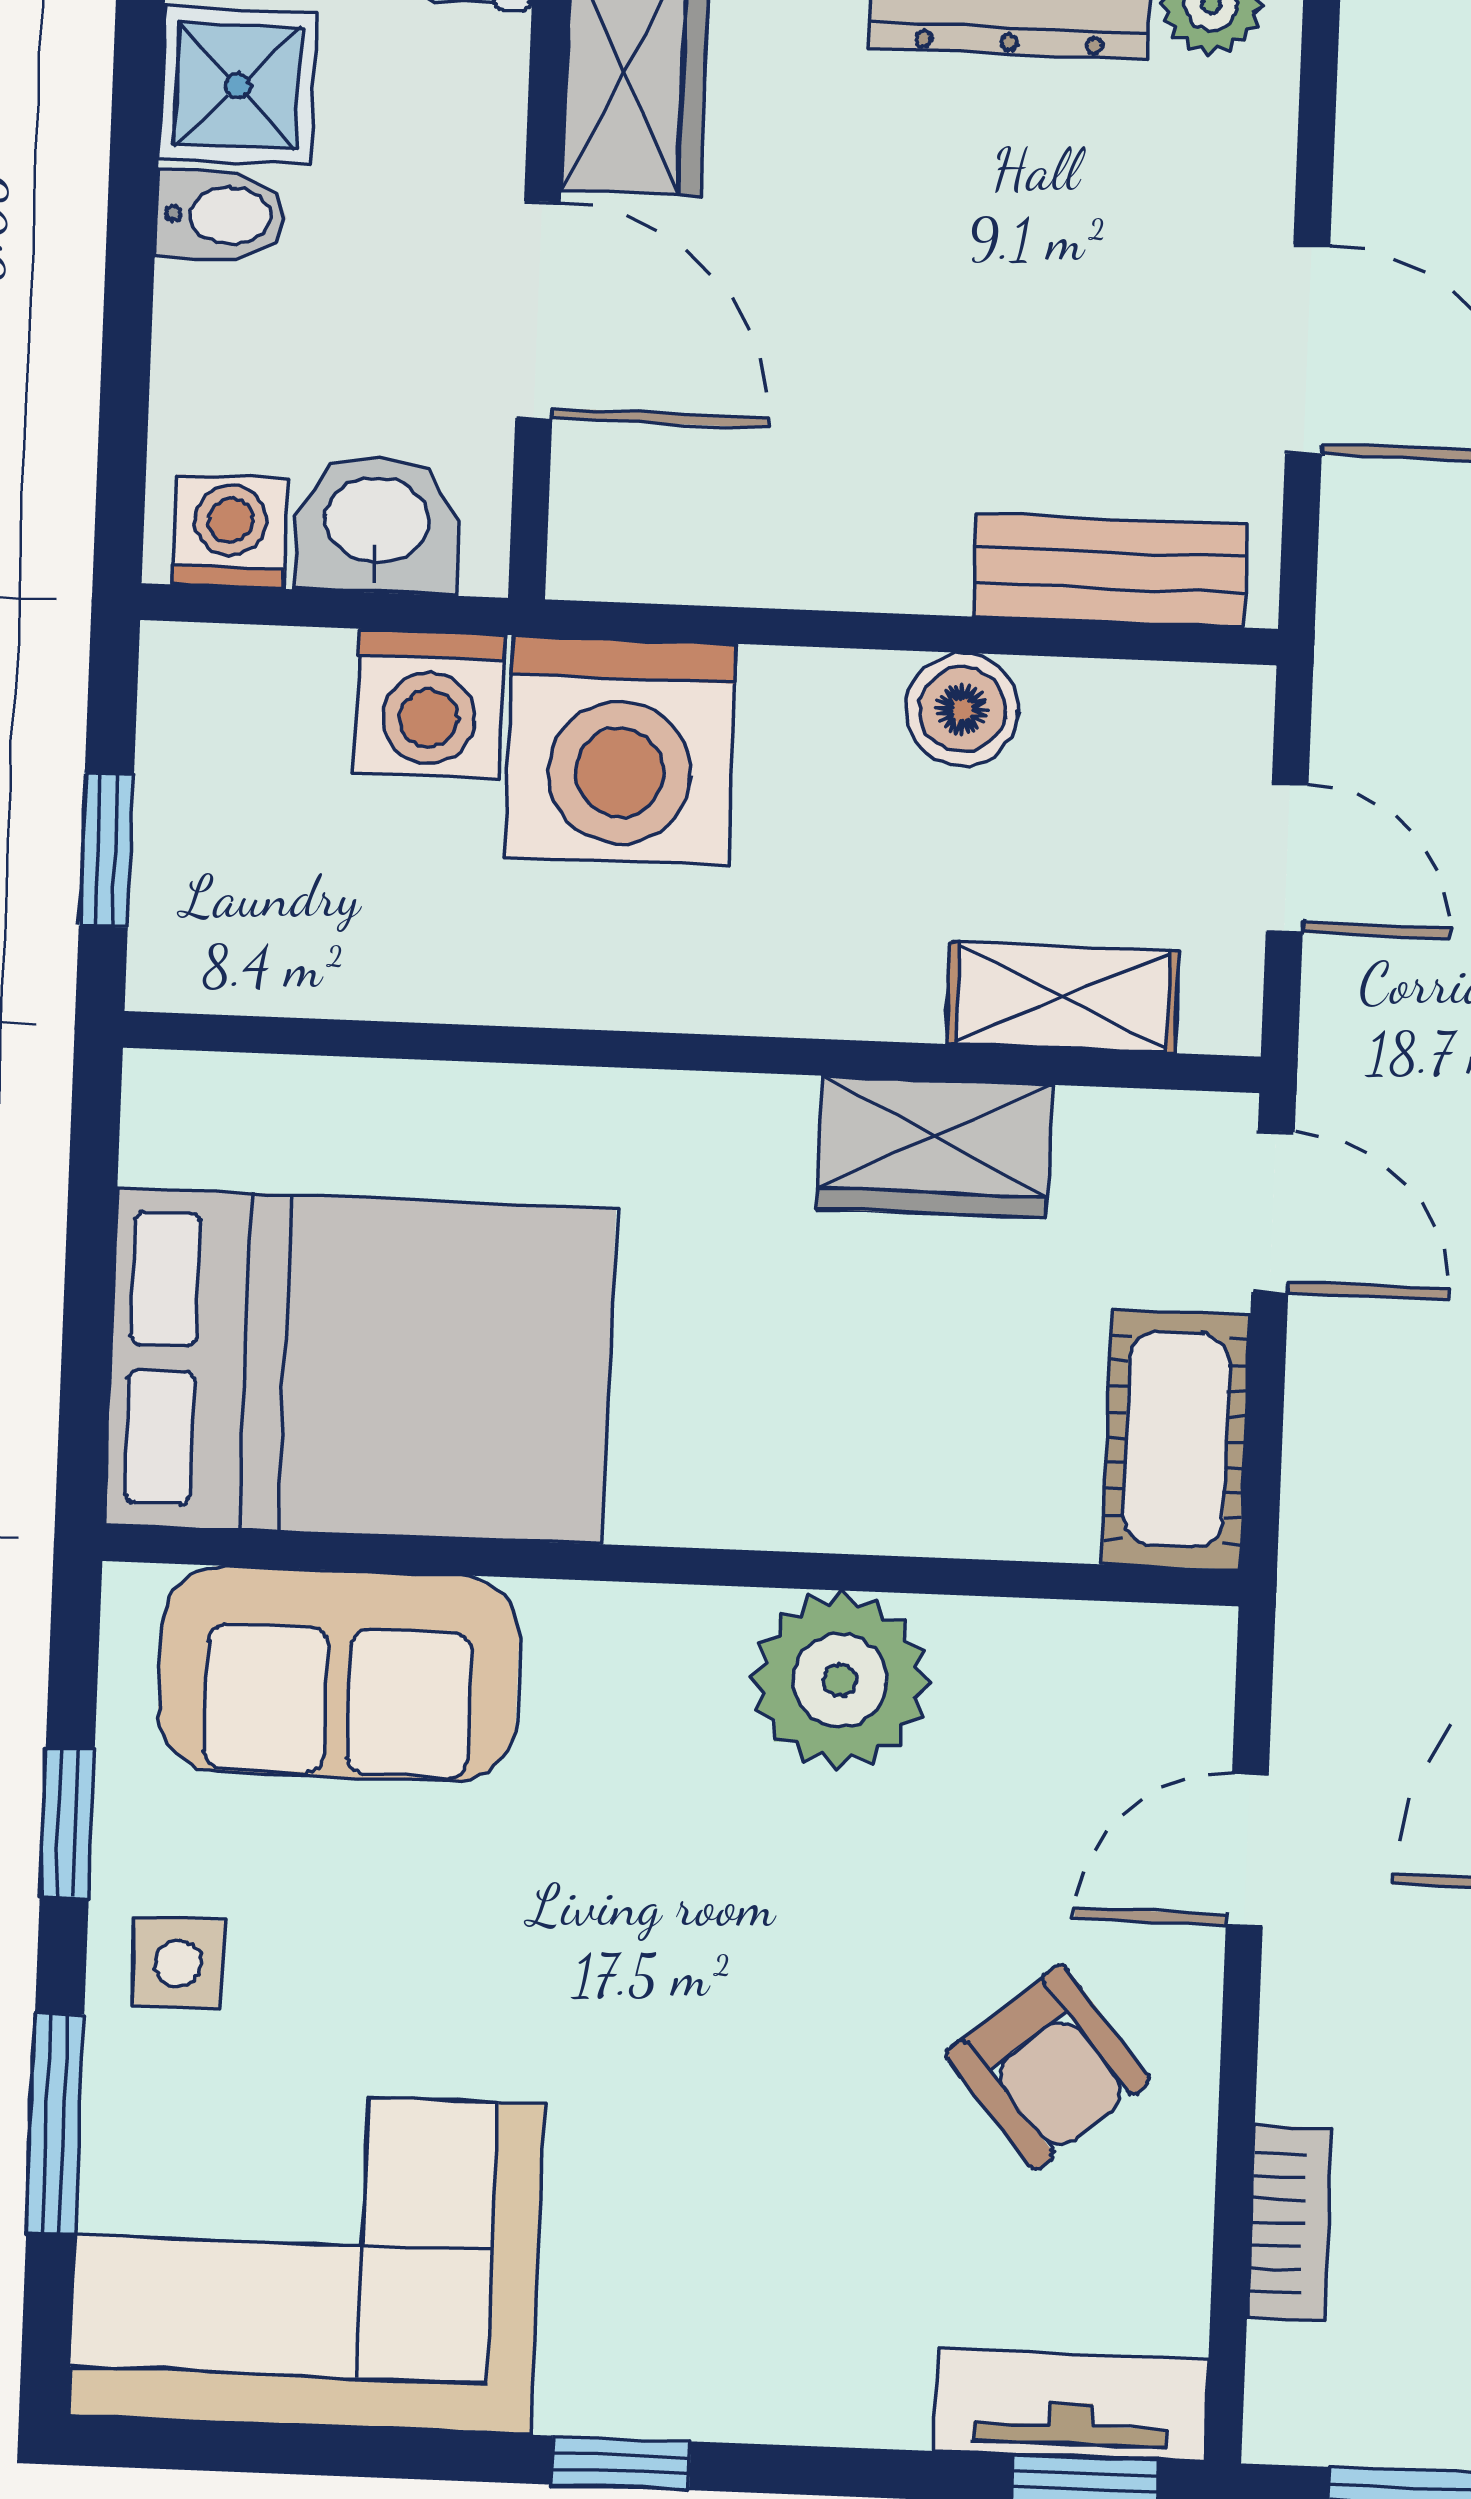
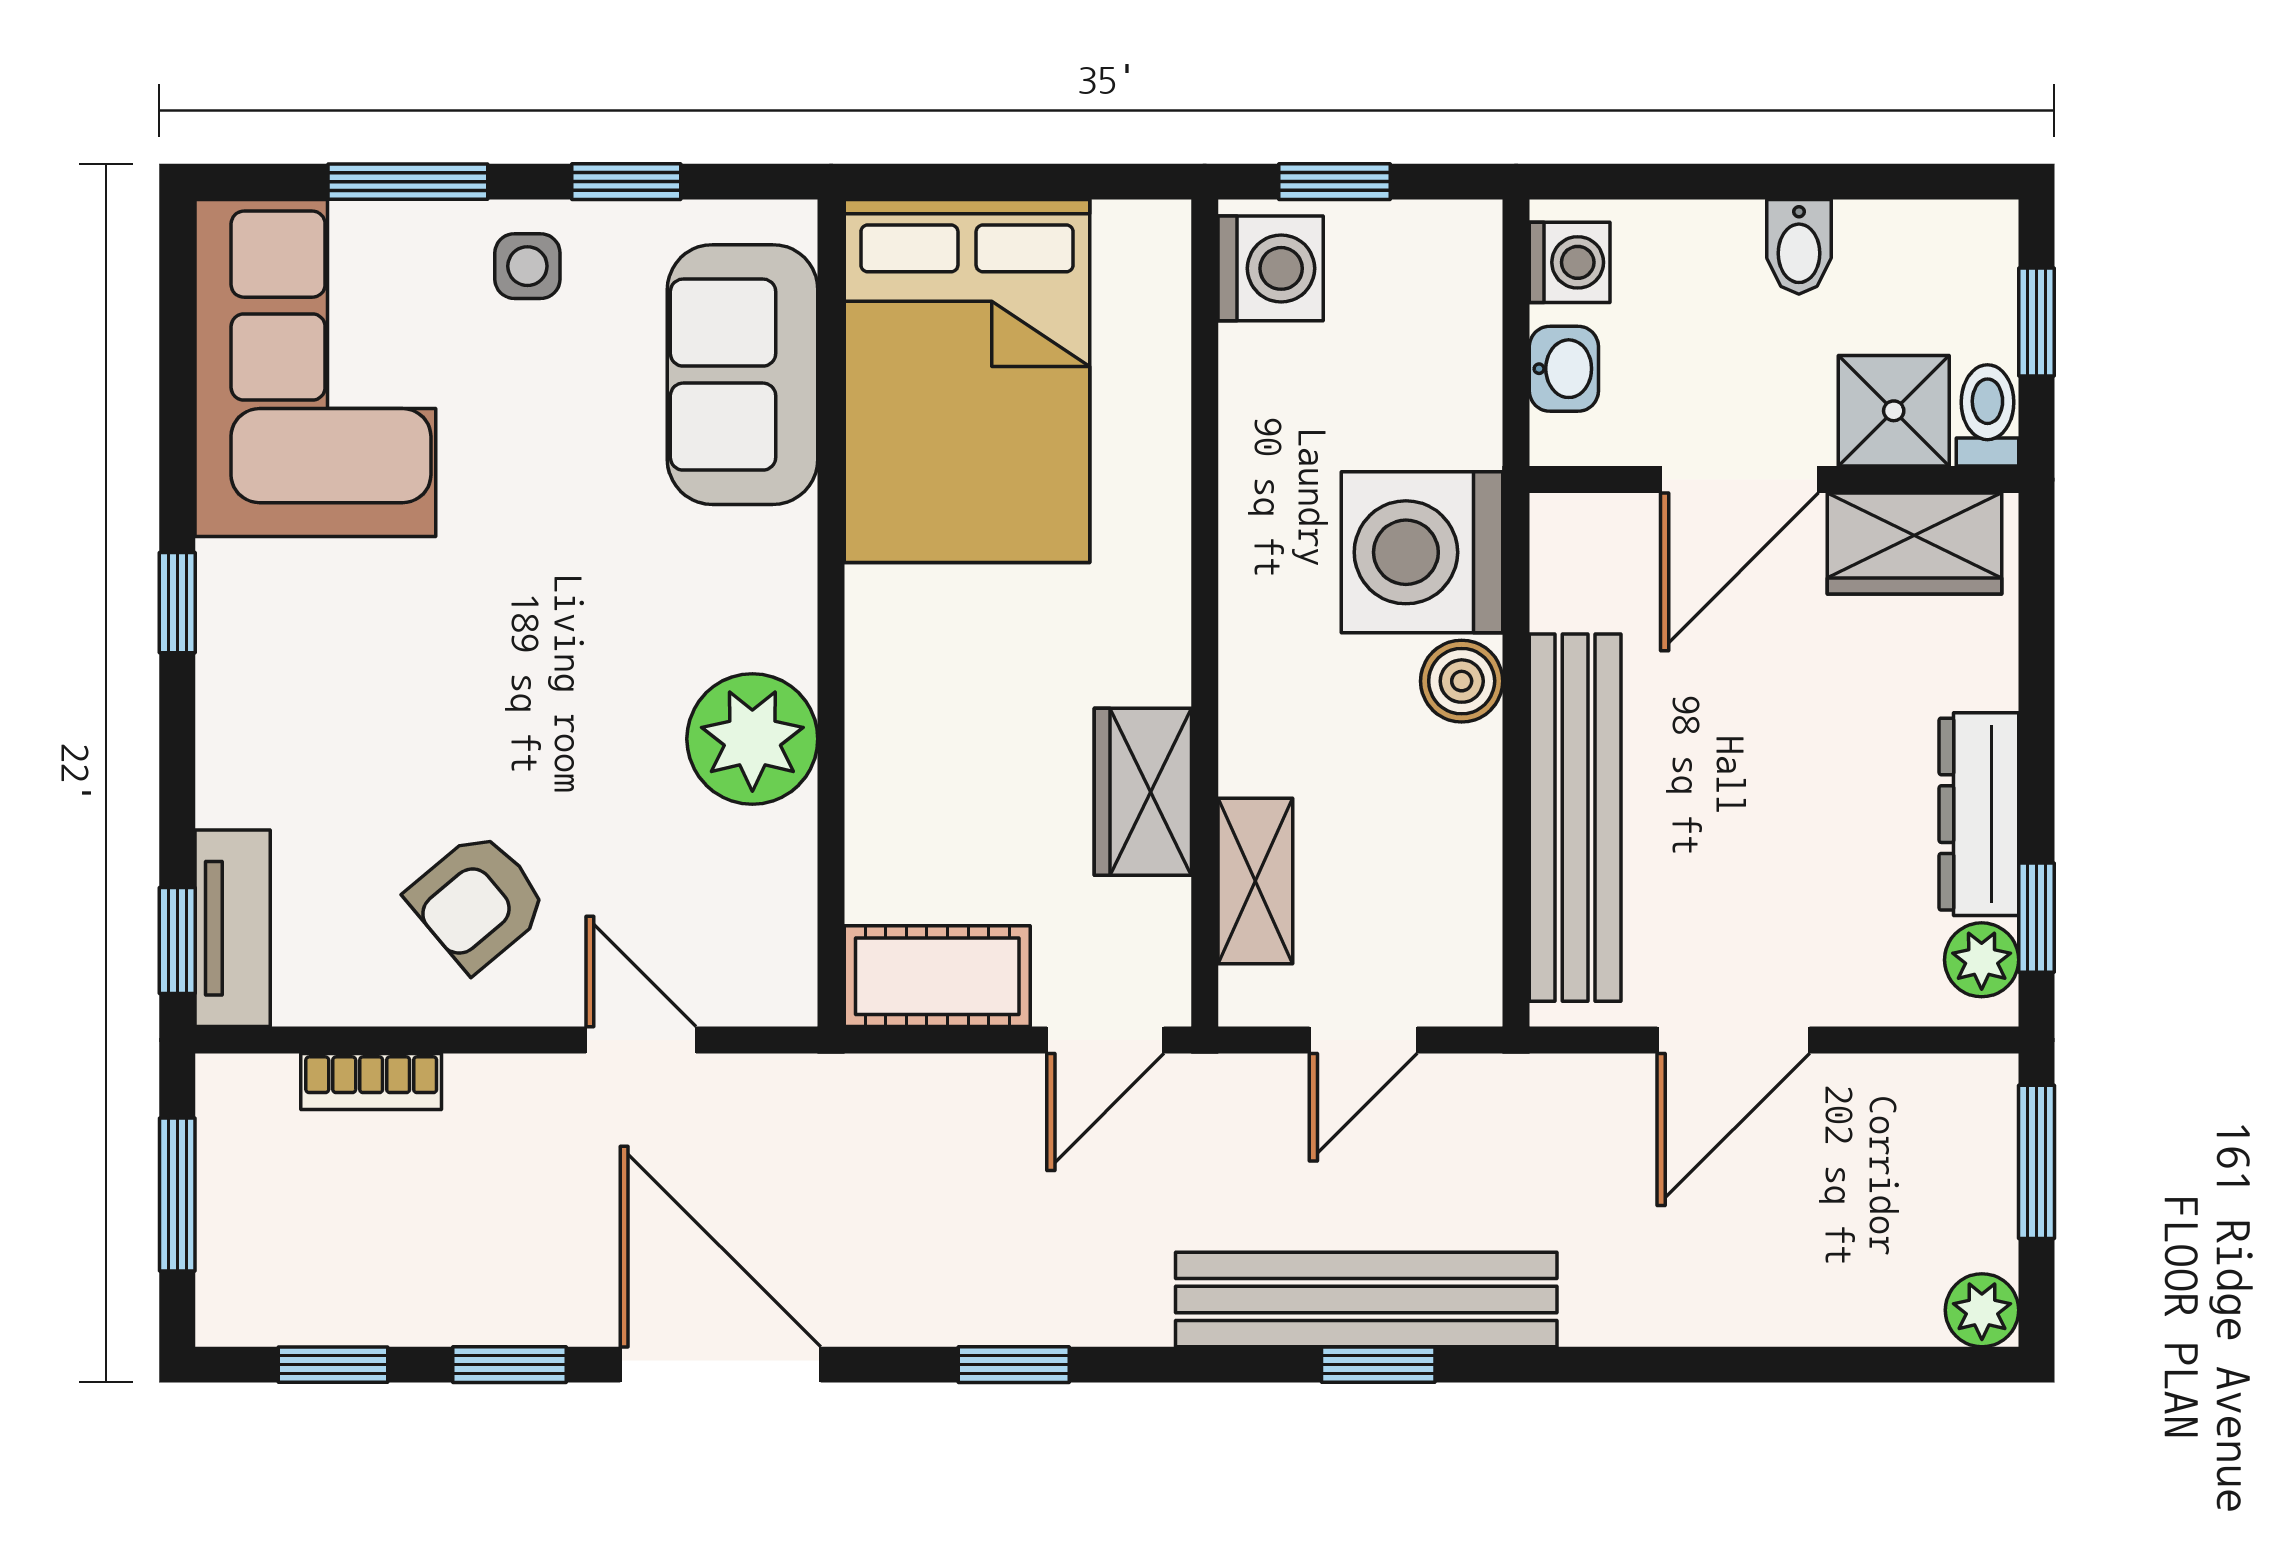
shower: (238, 86) -> (1894, 411), moved
washbasin: (377, 524) -> (1564, 369), width x0.72, depth x0.69
bench: (1110, 570) -> (1575, 818), width x1.86, depth x1.21
washing machine: (429, 704) -> (1271, 268), moved, turned 180
boiler: (962, 709) -> (1462, 681), moved

